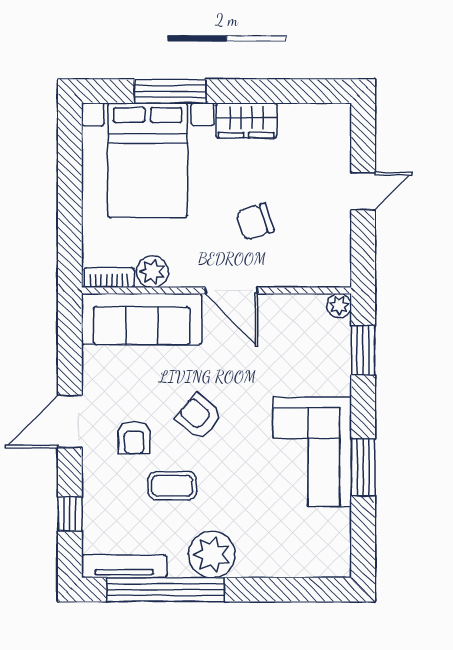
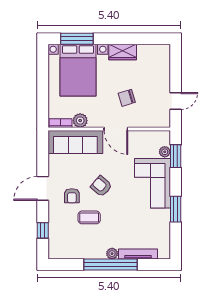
window: (170, 91) -> (77, 39), moved
door: (363, 191) -> (176, 101), moved
plant: (339, 306) -> (165, 152), moved
corner sofa: (312, 452) -> (152, 183), moved
plant: (212, 554) -> (112, 254), width x0.53, depth x0.53
tv unit: (124, 566) -> (138, 254), moved
window: (166, 590) -> (111, 265), moved

